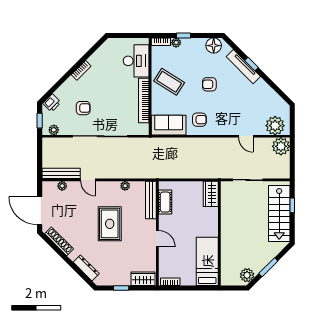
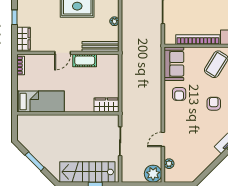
plant: (275, 126) -> (169, 164), width x0.53, depth x0.53
cot: (165, 202) -> (85, 60), moved
plant: (247, 275) -> (27, 141), removed

